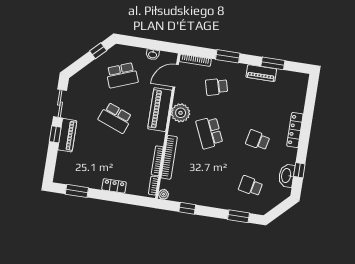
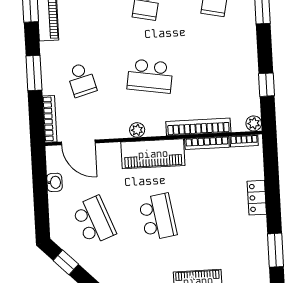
piano: (160, 110) -> (153, 154), moved
plant: (181, 113) -> (137, 130), width x0.53, depth x0.53
school desk: (115, 118) -> (158, 217), turned -30
school desk: (209, 133) -> (150, 76), turned 33

